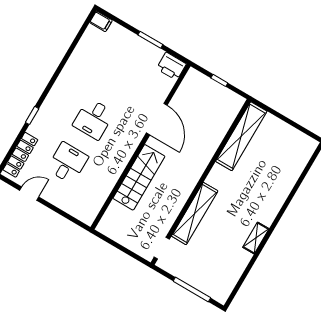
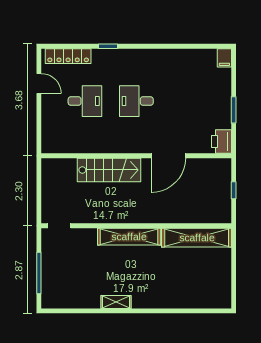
shelving: (195, 214) -> (129, 237), moved

